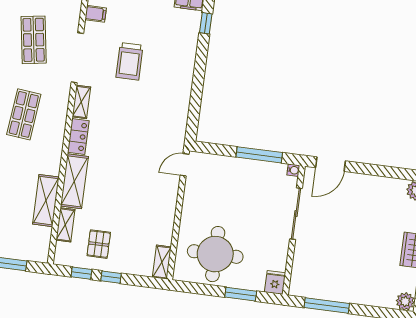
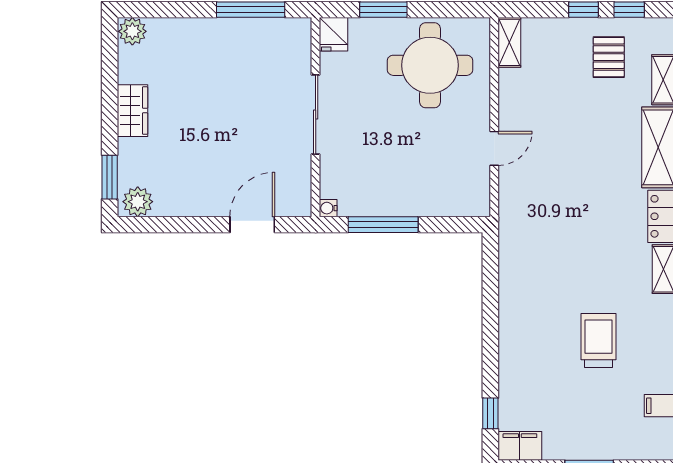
door: (330, 164) -> (252, 225), moved
door: (185, 165) -> (494, 148), moved
sliding door: (296, 214) -> (316, 114), moved

